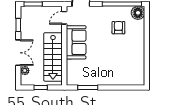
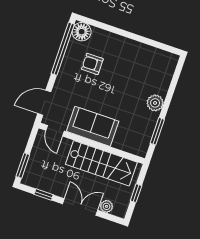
plant: (107, 79) -> (155, 103), added

